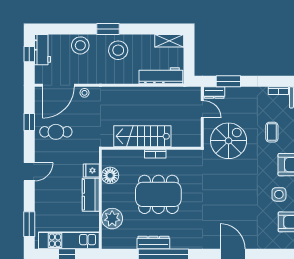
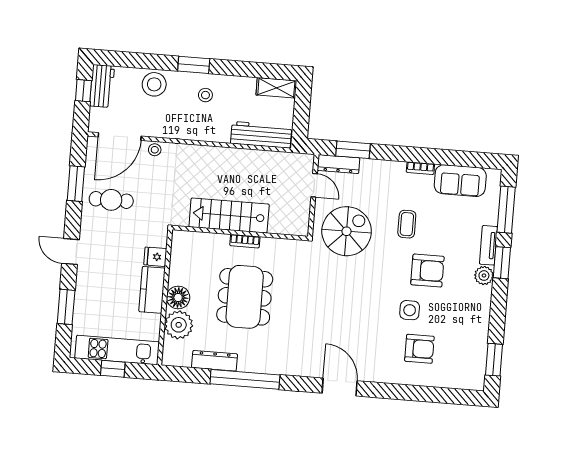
stool: (118, 50) -> (205, 95), width x0.53, depth x0.53
dresser: (214, 93) -> (338, 164), width x1.44
window: (29, 122) -> (76, 184), width x1.50
door: (29, 172) -> (70, 252), swing flipped
floor lamp: (110, 175) -> (178, 297), moved
dining table: (158, 194) -> (245, 297), turned 90
window: (29, 224) -> (66, 307), moved
dresser: (153, 243) -> (215, 361), moved

